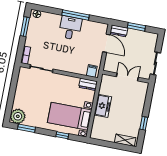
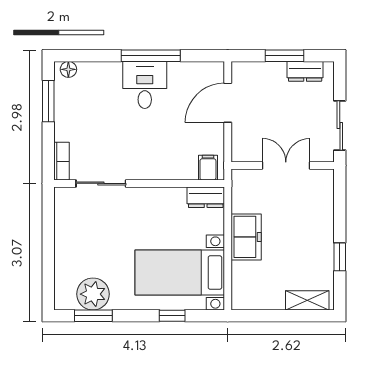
dresser: (119, 31) -> (305, 71), moved
door: (106, 43) -> (228, 103), swing flipped
plant: (18, 116) -> (93, 294), moved

